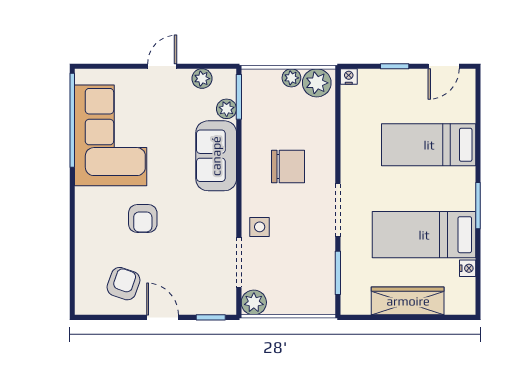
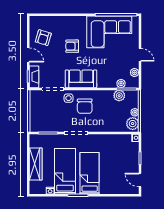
bed: (429, 145) -> (90, 173), moved
sofa: (216, 156) -> (81, 79), moved
chair: (288, 166) -> (85, 106), moved
armchair: (123, 284) -> (43, 38), turned 88
plant: (254, 302) -> (119, 96), moved
fireplace: (212, 304) -> (34, 77), added
door: (163, 317) -> (28, 55), hinge flipped

